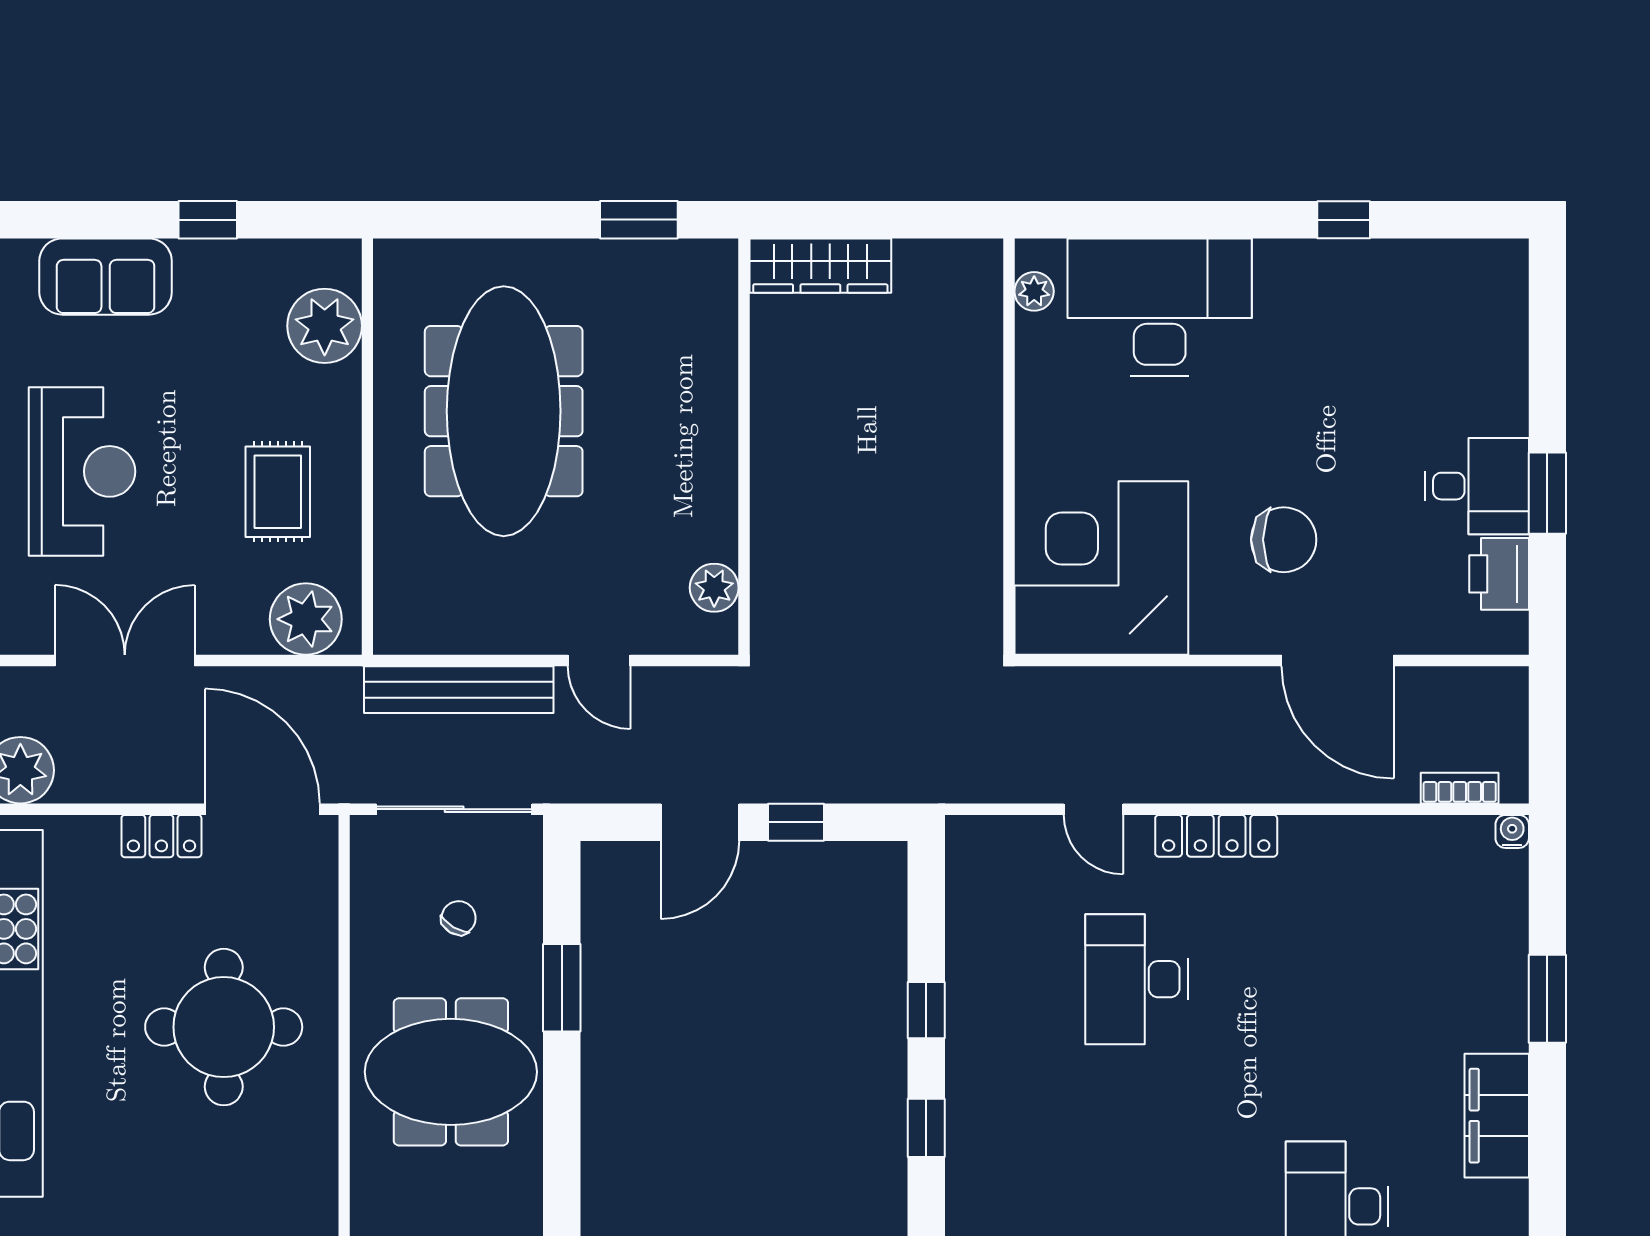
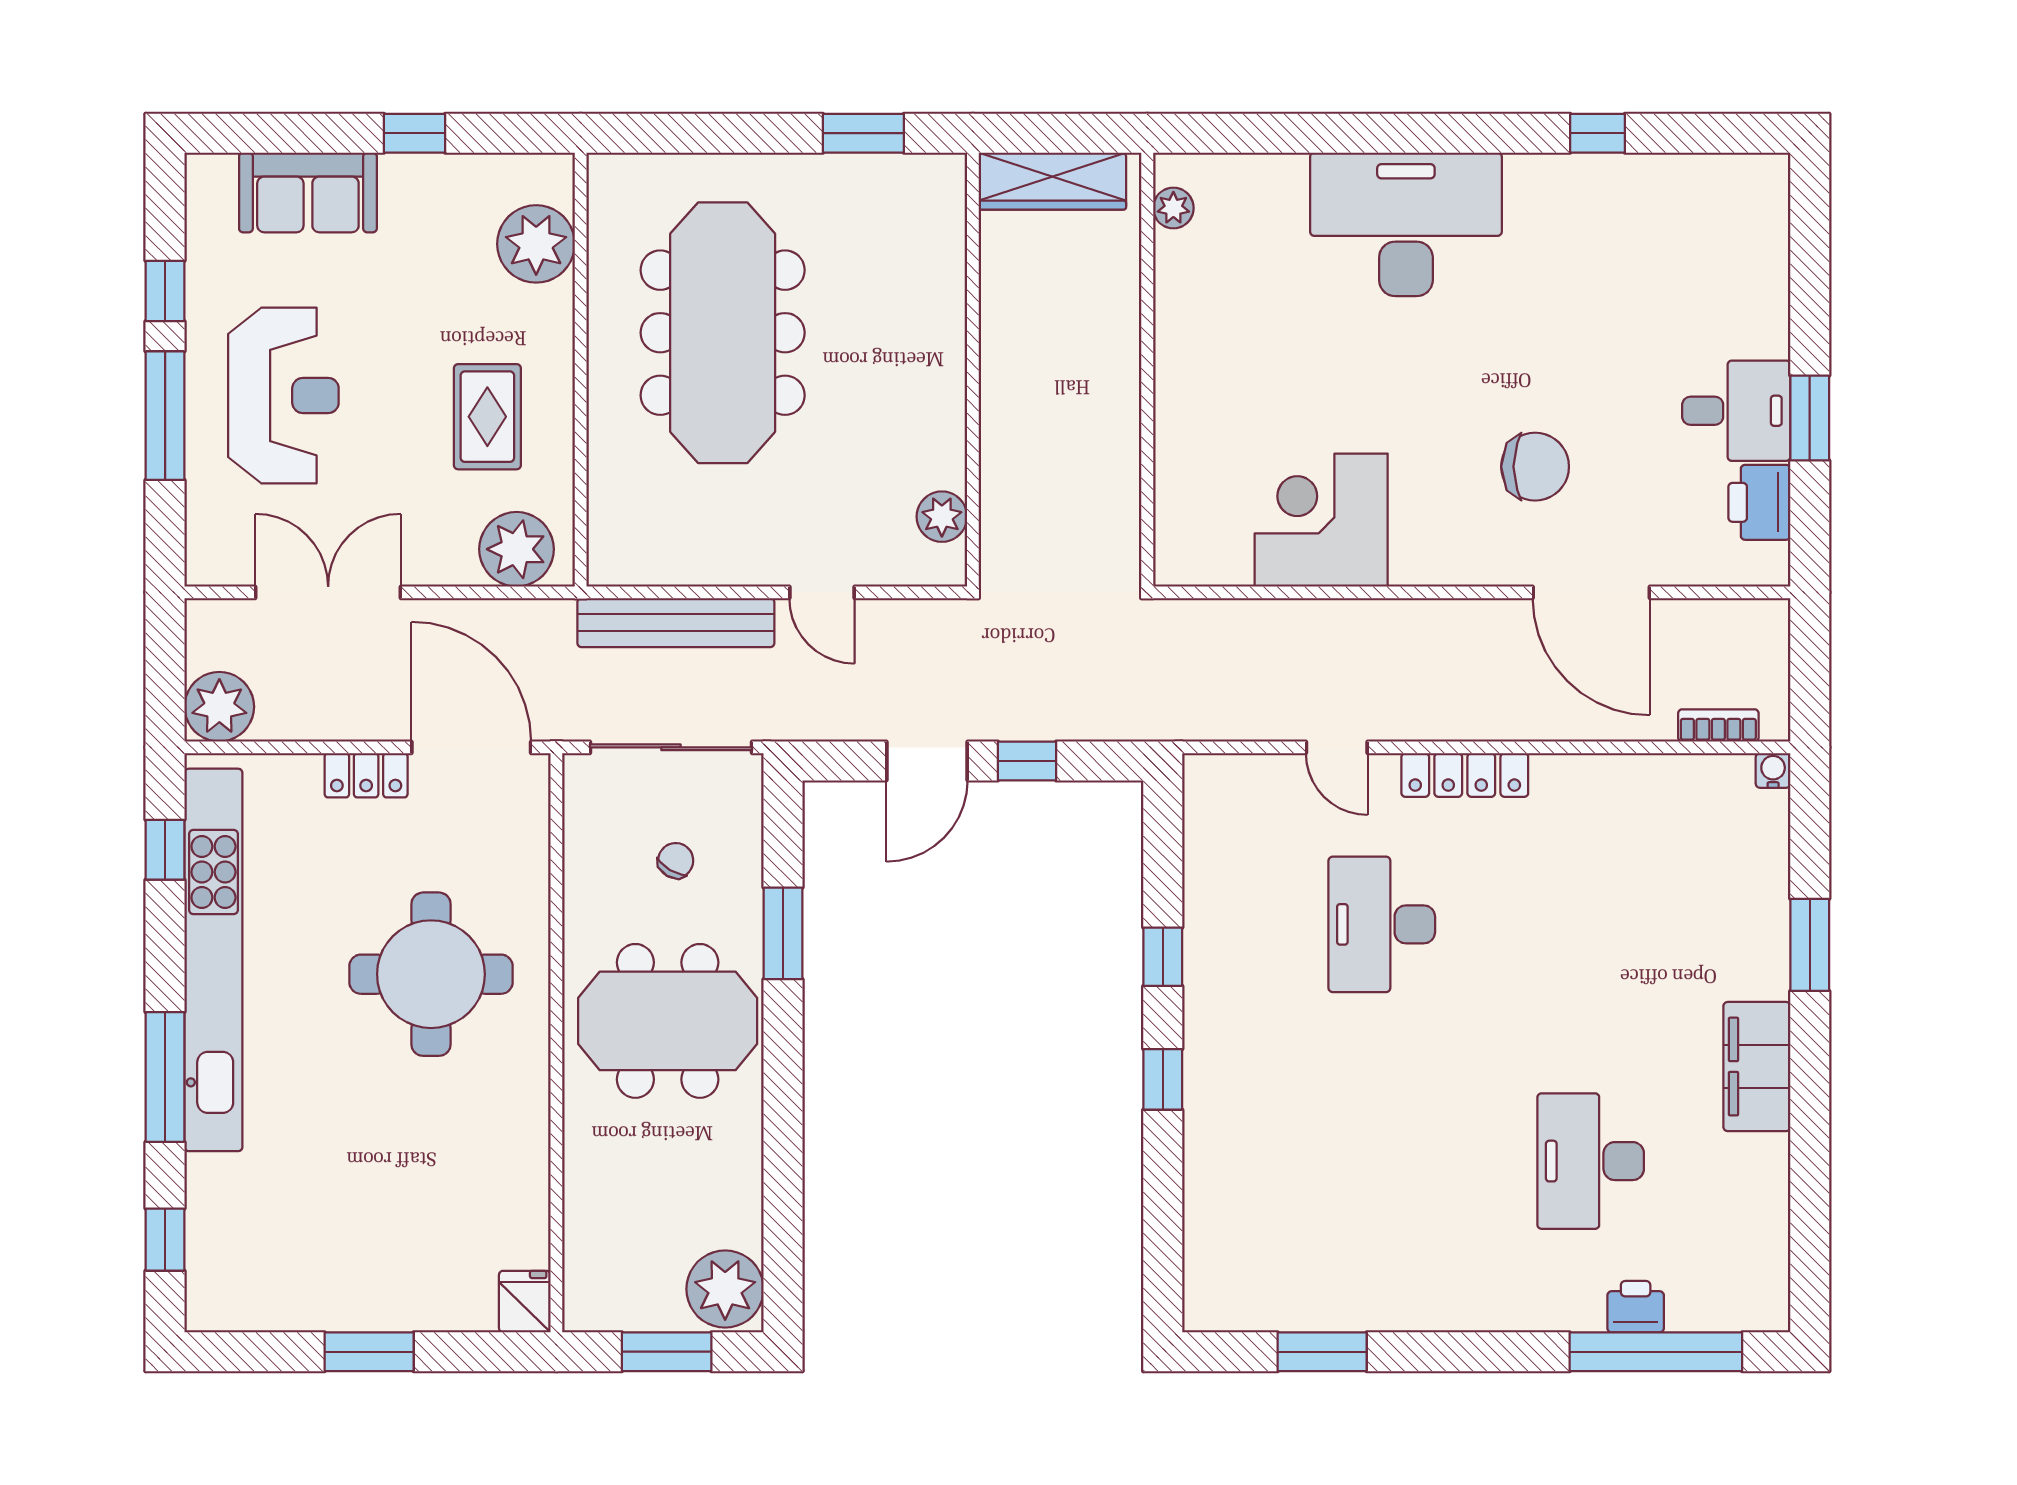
plant: (1034, 291) -> (1173, 208), moved
wall: (1009, 447) -> (1147, 370), moved
corner desk: (1101, 568) -> (1321, 520), width x0.74, depth x0.74

